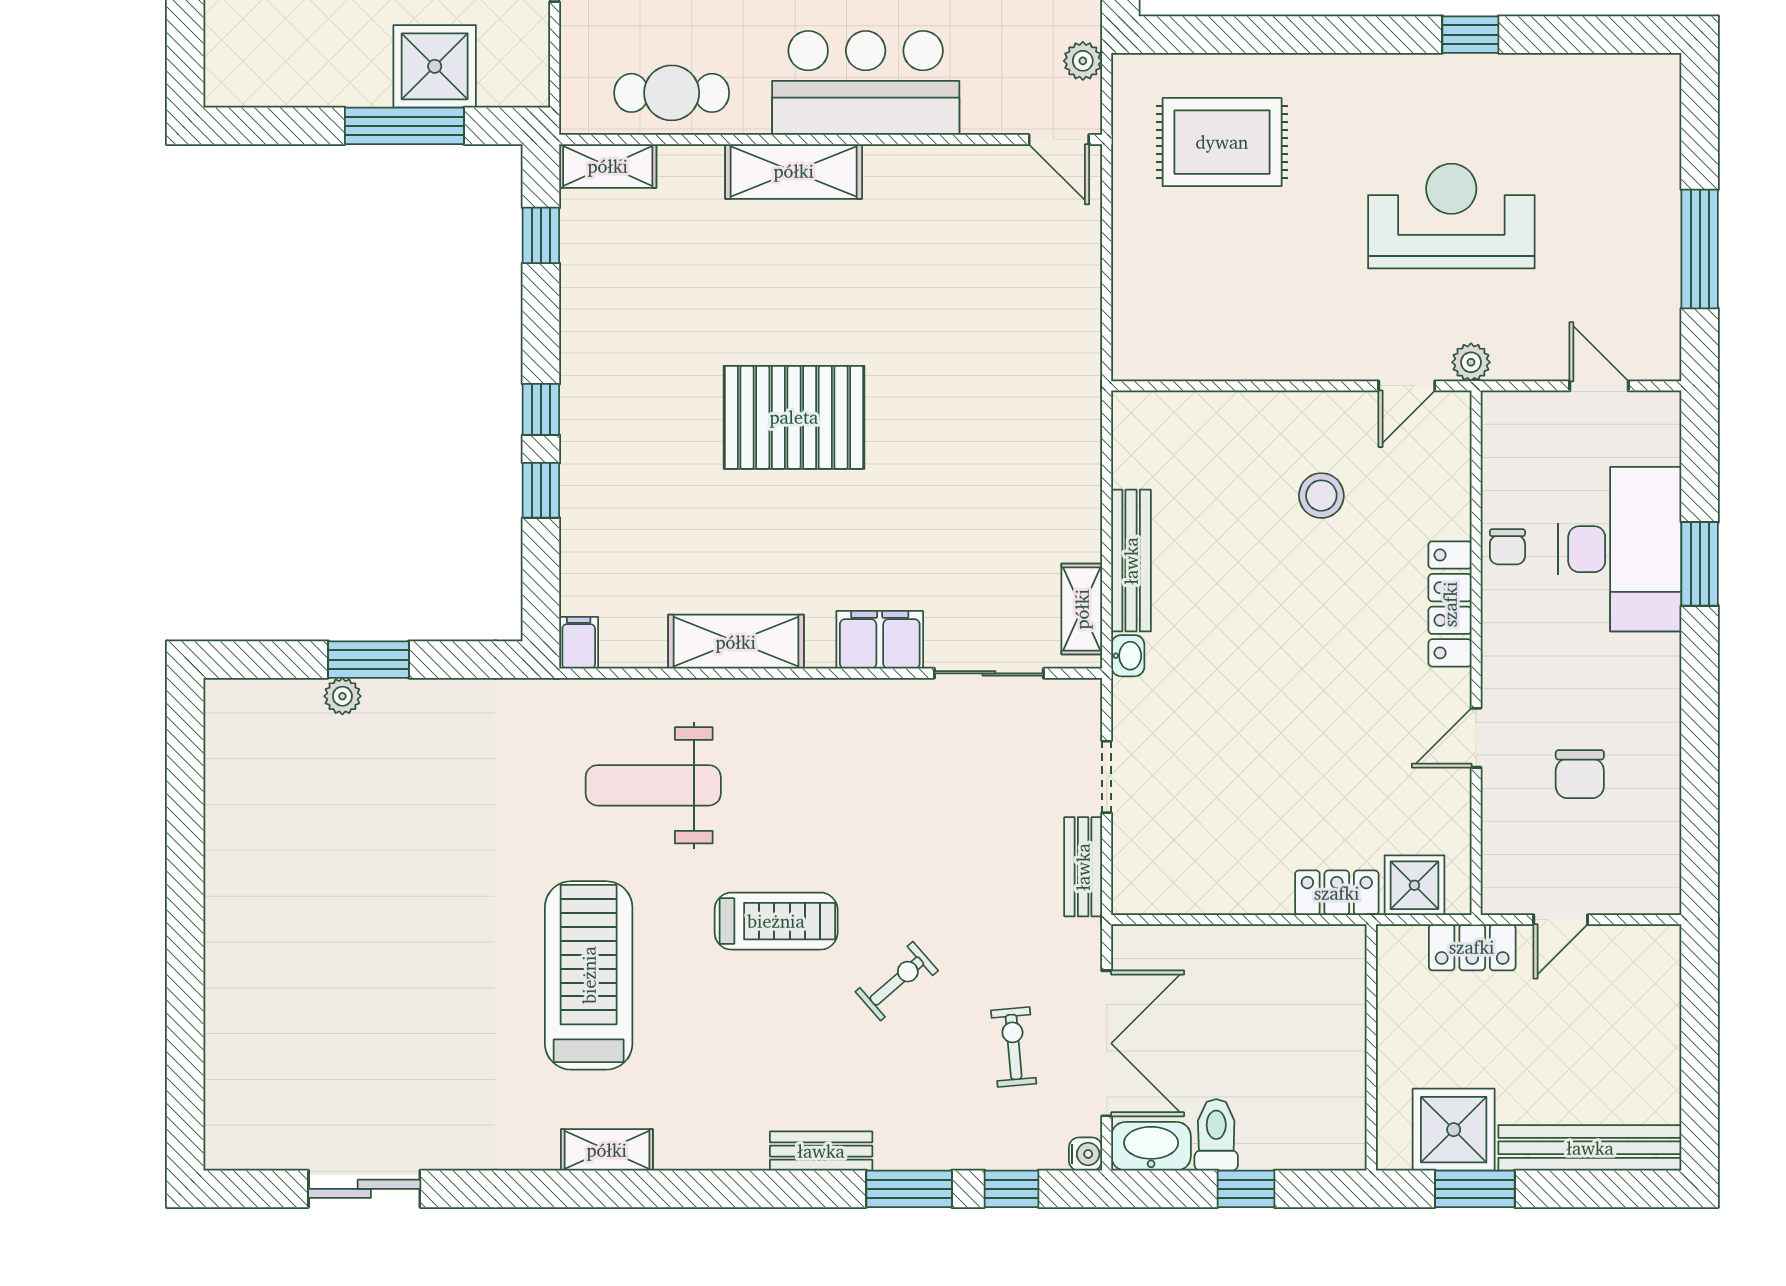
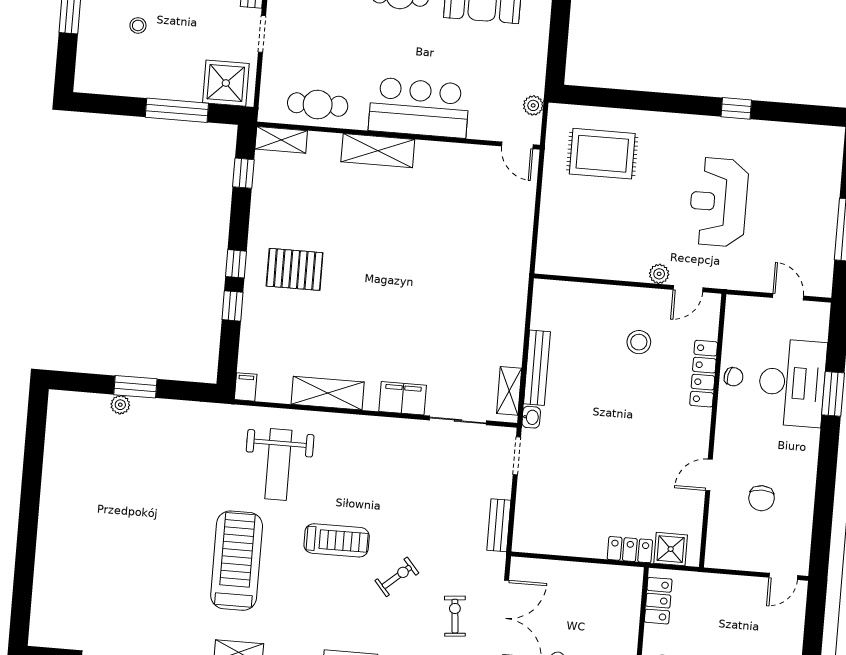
shower: (435, 66) -> (226, 83), moved
reception desk: (1451, 216) -> (718, 202), turned -90
plant: (1471, 362) -> (659, 274), moved
pallet: (794, 417) -> (295, 269), moved, width x0.73, depth x0.71
chair: (1507, 547) -> (734, 377), turned -77
locker: (1450, 604) -> (704, 374), moved
doorway: (1107, 777) -> (517, 456), moved
weight bench: (653, 785) -> (278, 464), turned -90
door: (1561, 920) -> (783, 576), moved
locker: (1472, 947) -> (658, 601), moved, turned -90

